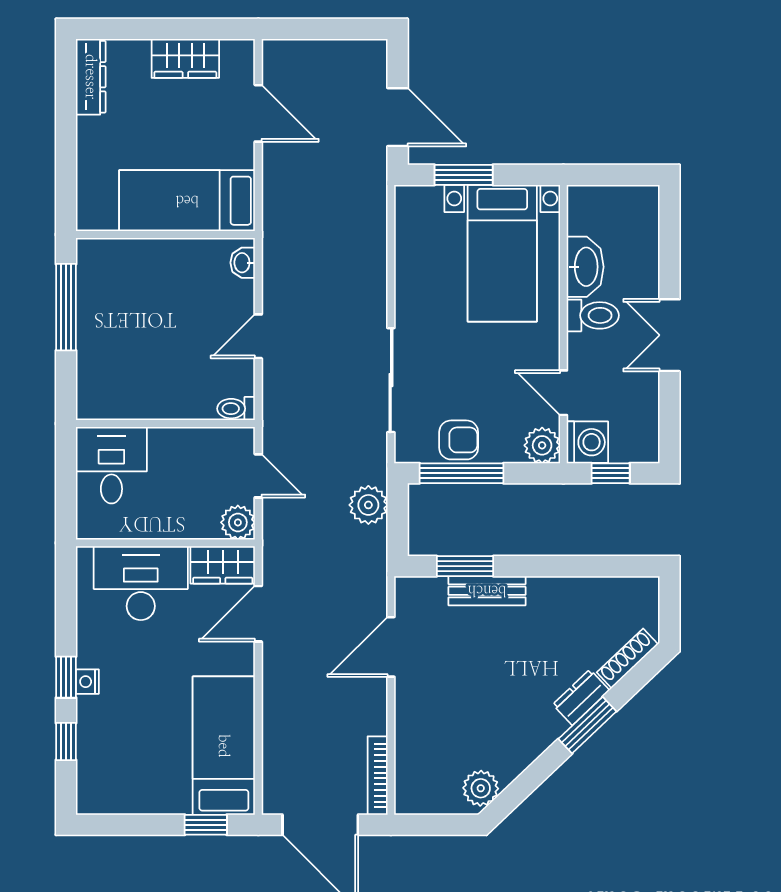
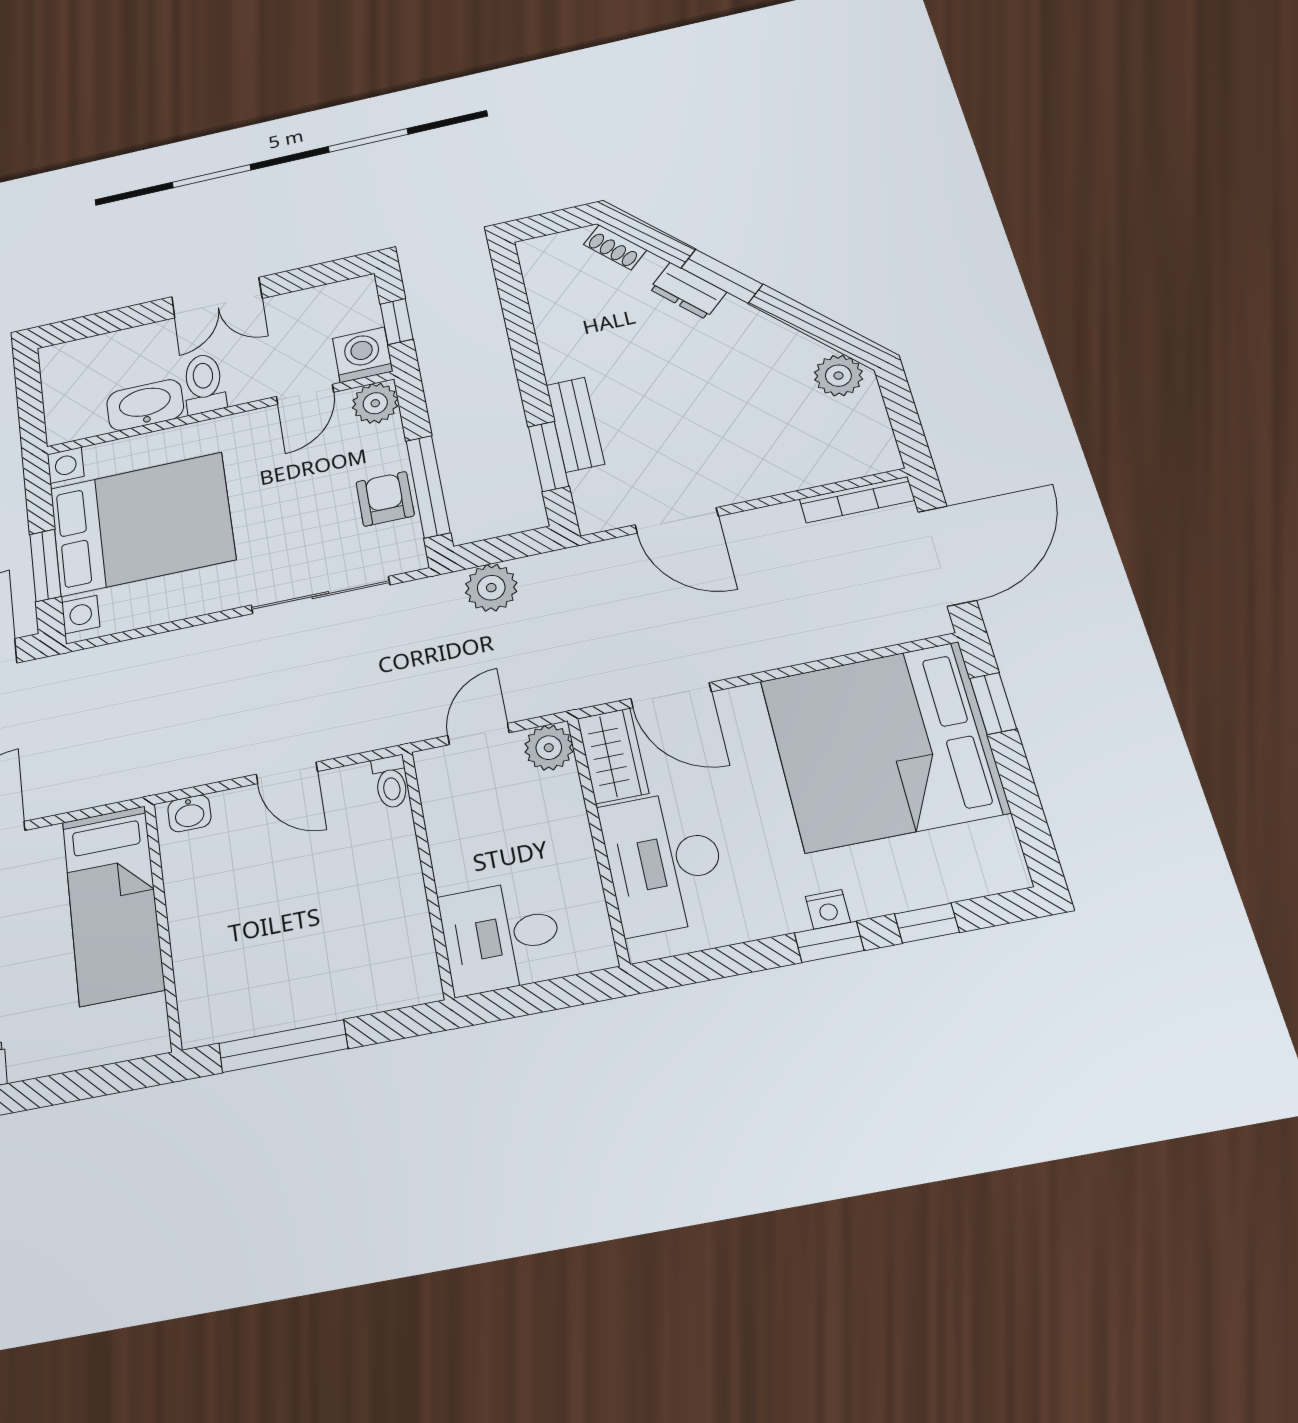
bed with nightstands: (502, 253) -> (142, 524), width x1.36
shoe rack: (627, 658) -> (615, 247), width x0.70
bed: (224, 746) -> (883, 746), width x2.04

